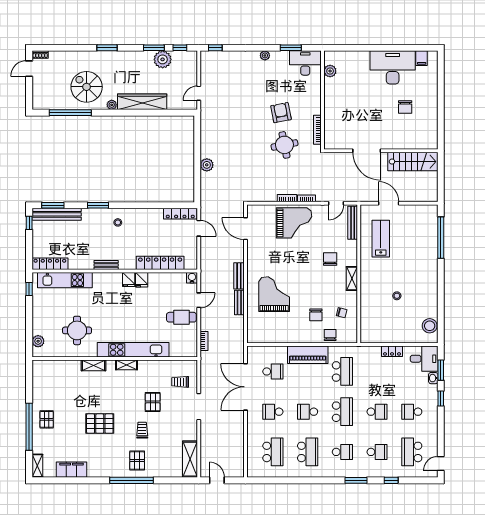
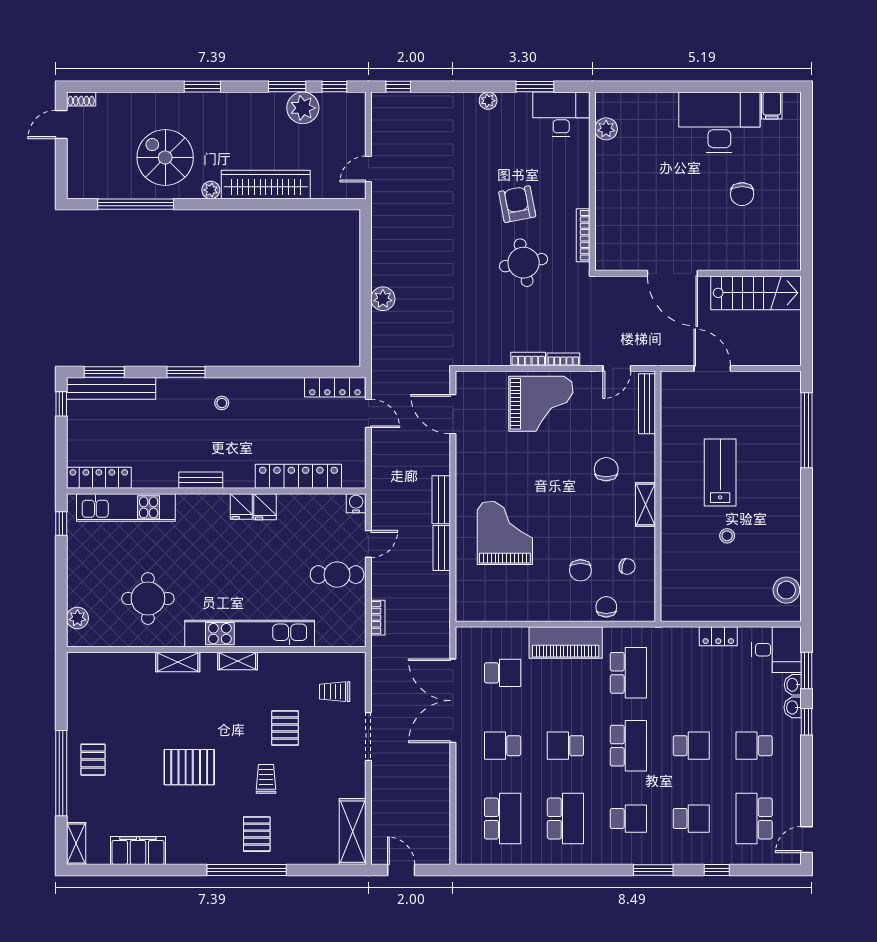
lab bench: (381, 239) -> (720, 472), moved
washbasin: (433, 391) -> (793, 707), added

